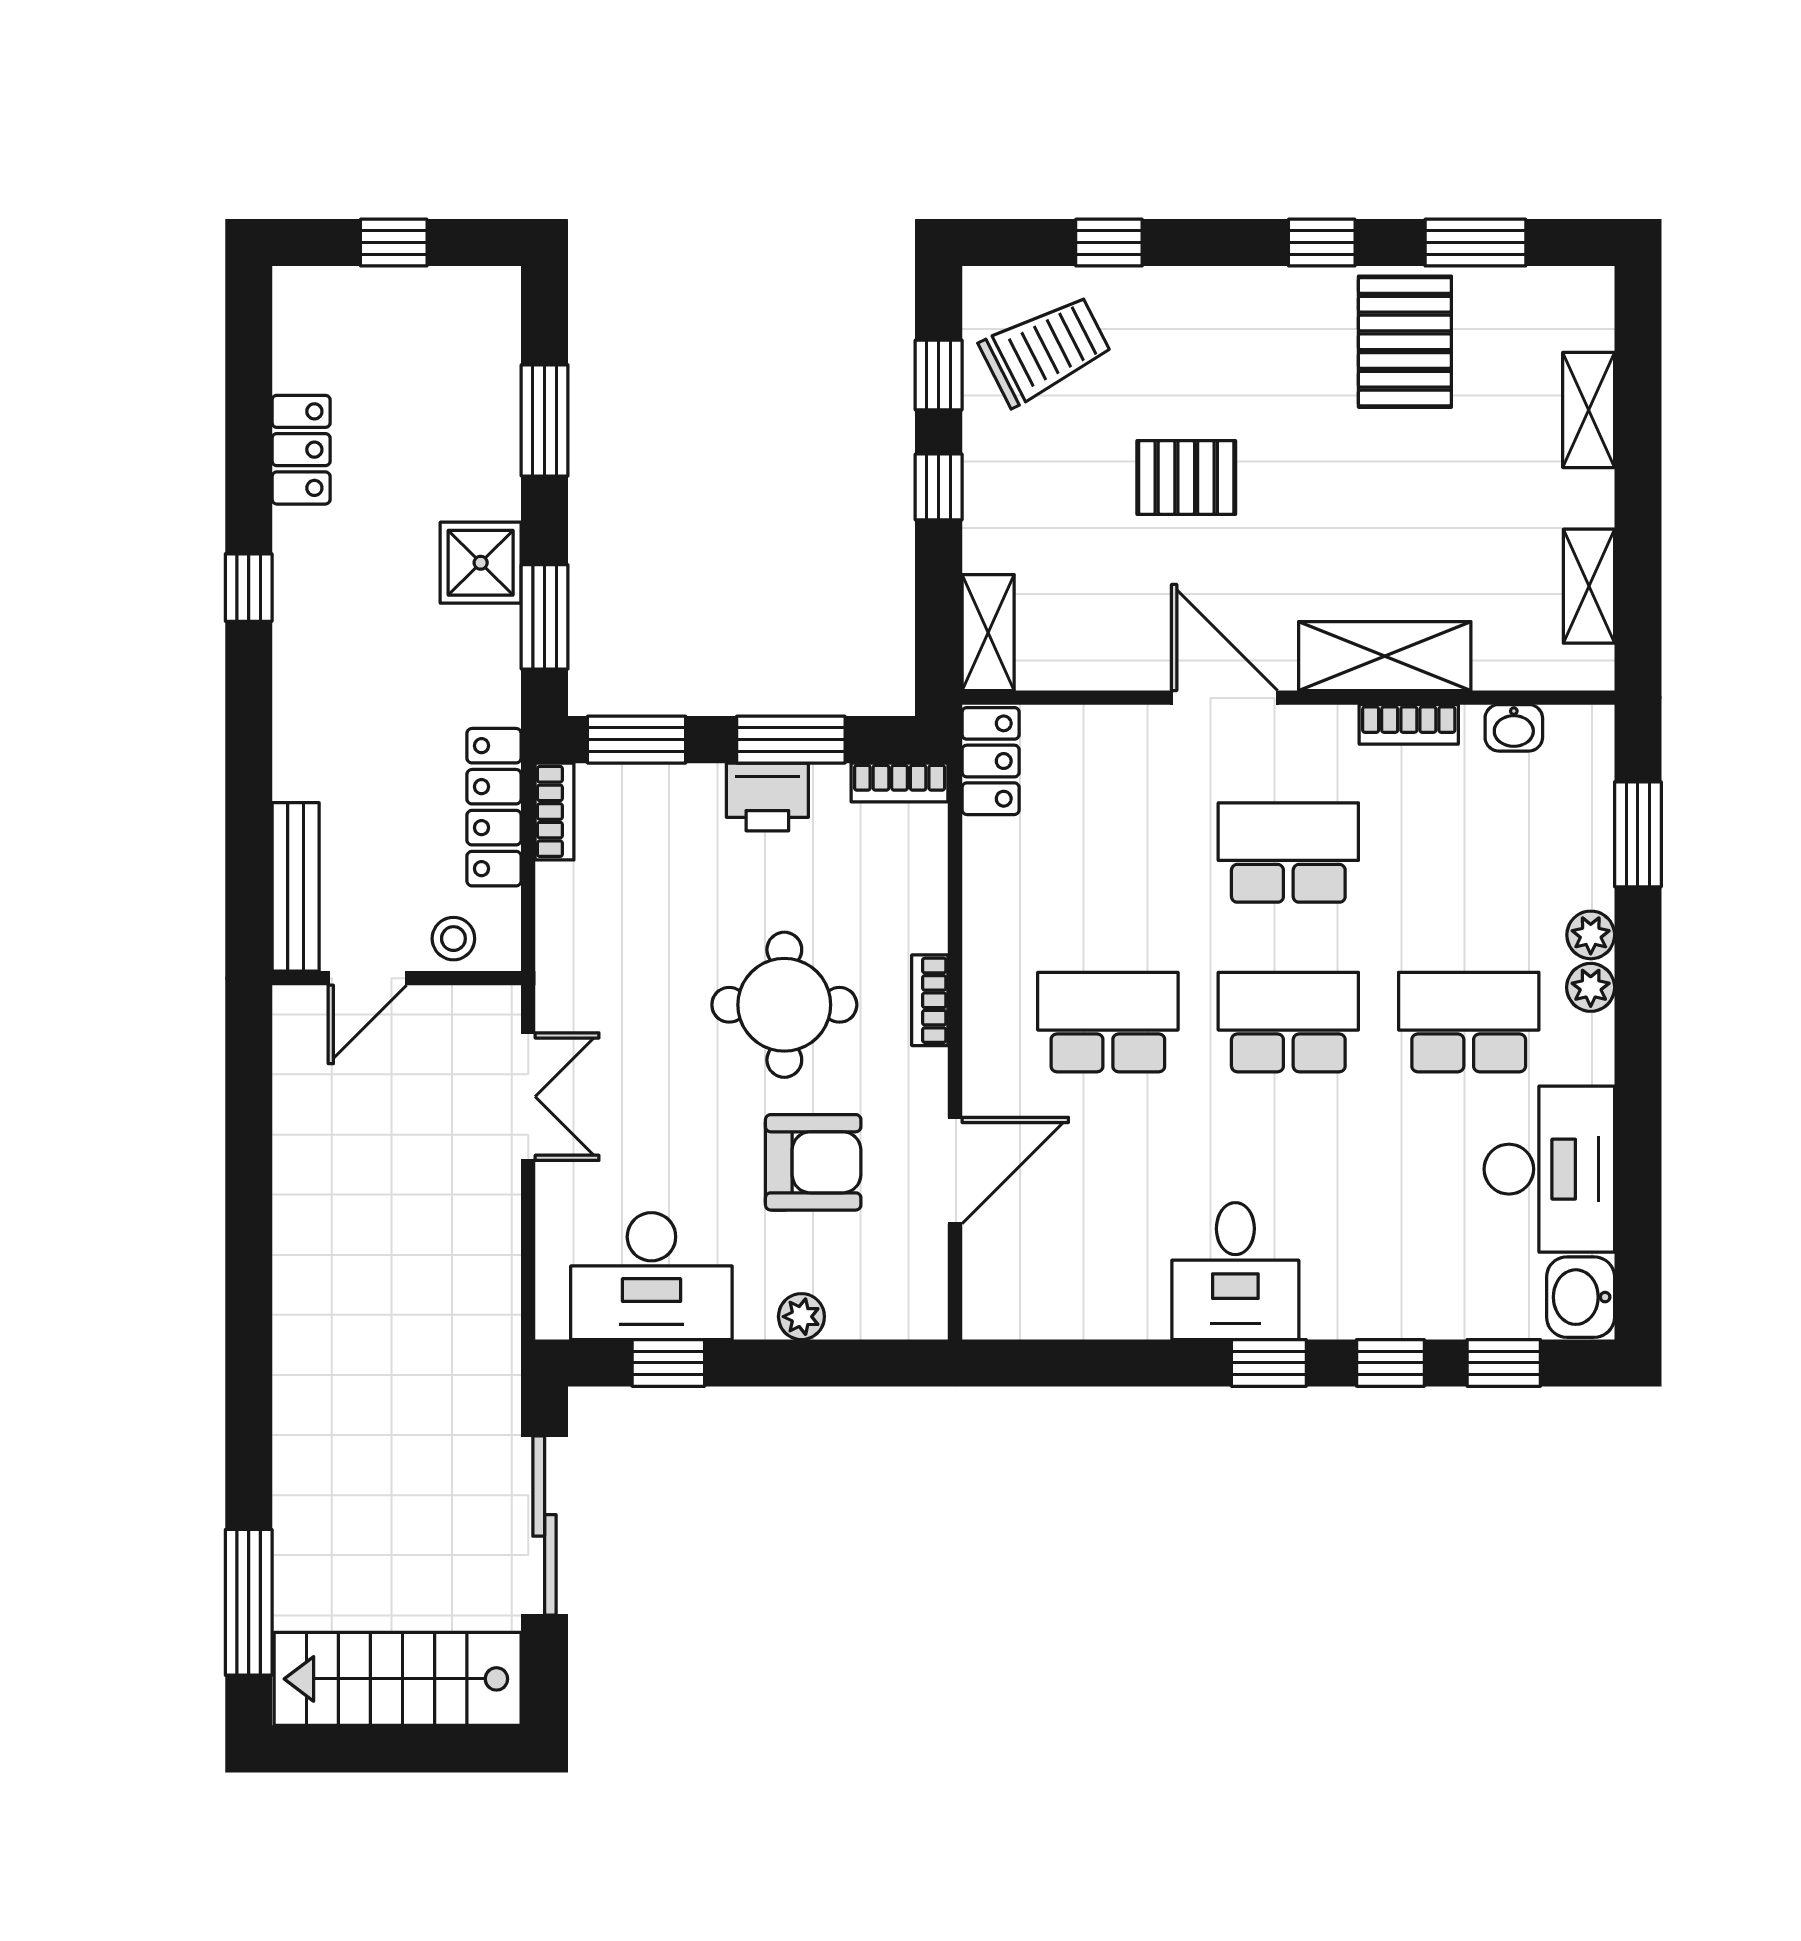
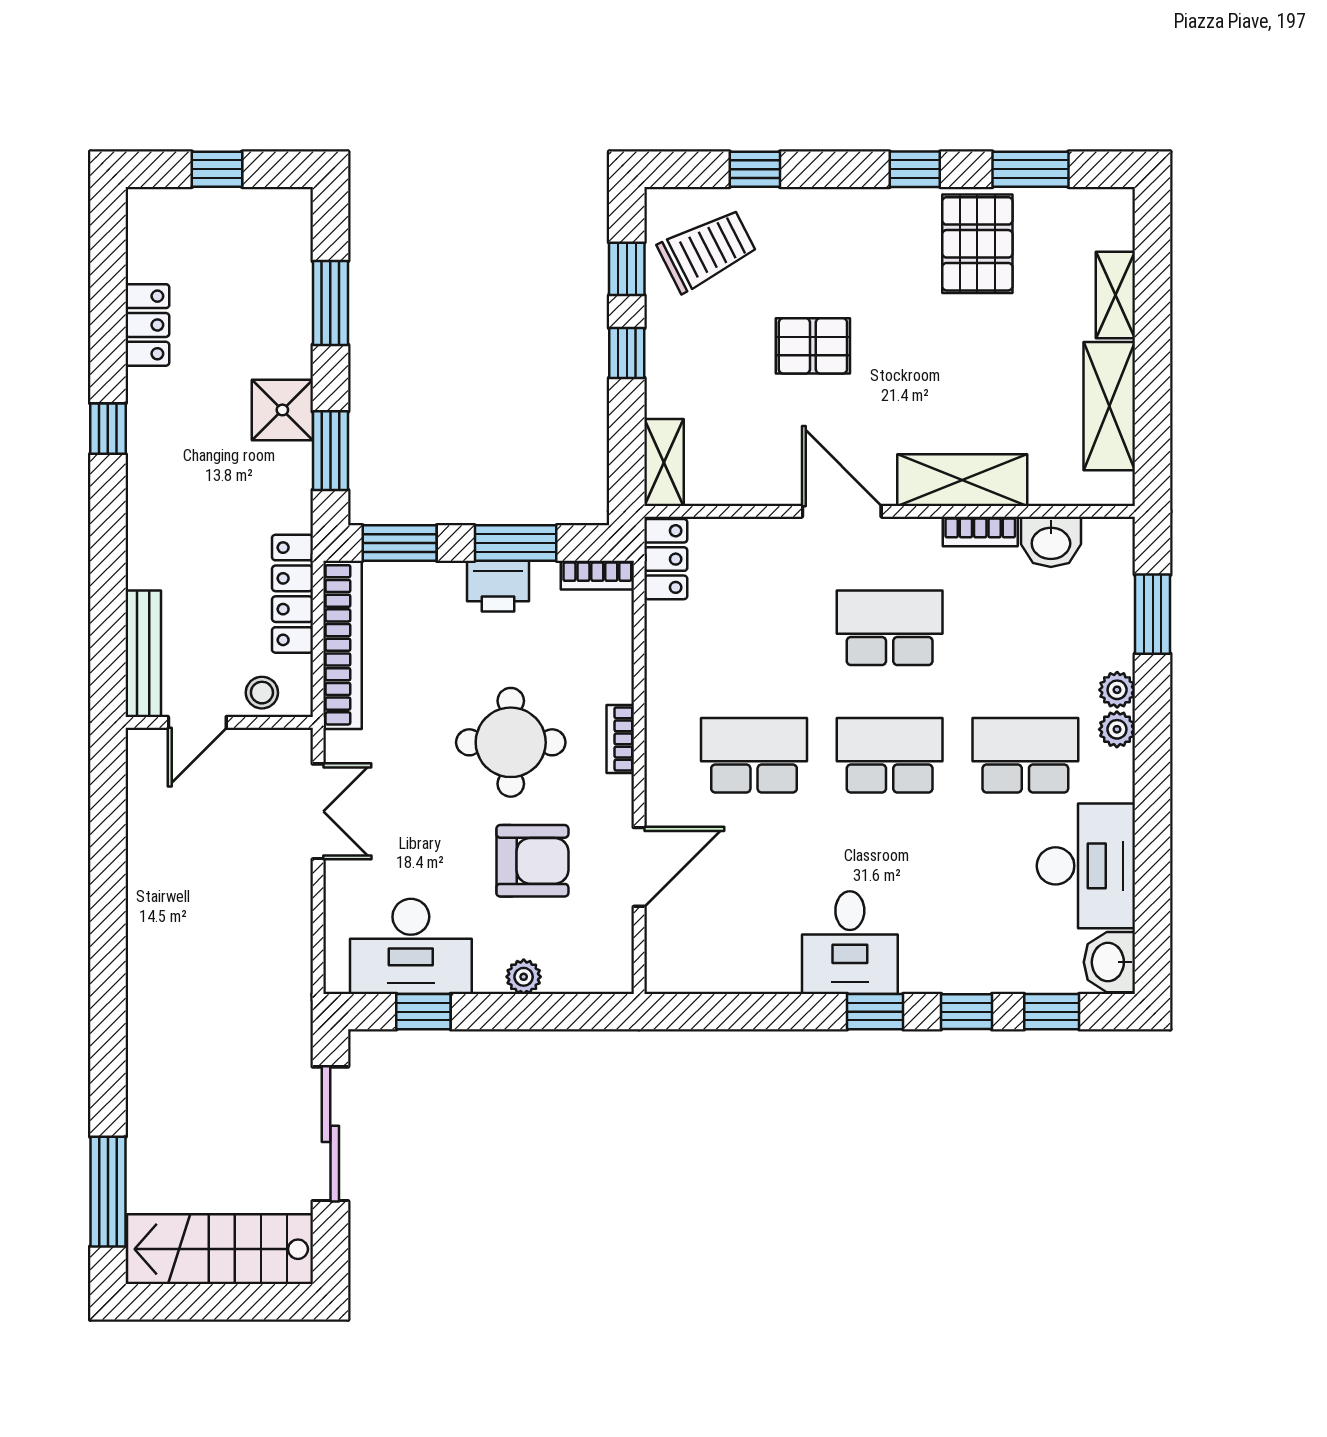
shelving: (1589, 586) -> (1109, 406), width x1.50, depth x1.33
washbasin: (1514, 728) -> (1051, 542), width x1.38, depth x1.45
bookcase: (555, 811) -> (343, 645), width x2.31, depth x1.31

